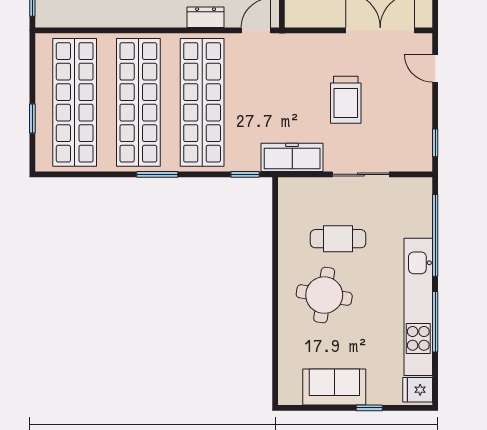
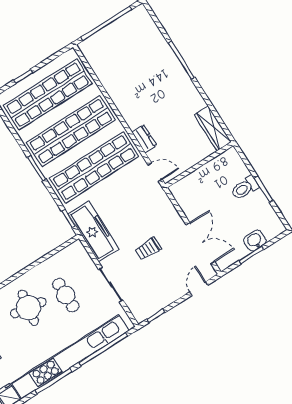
trolley: (346, 100) -> (148, 249), width x0.73, depth x0.72
freezer: (292, 157) -> (94, 231), width x1.36, depth x1.26
kitchen unit: (418, 307) -> (70, 357), width x1.36

